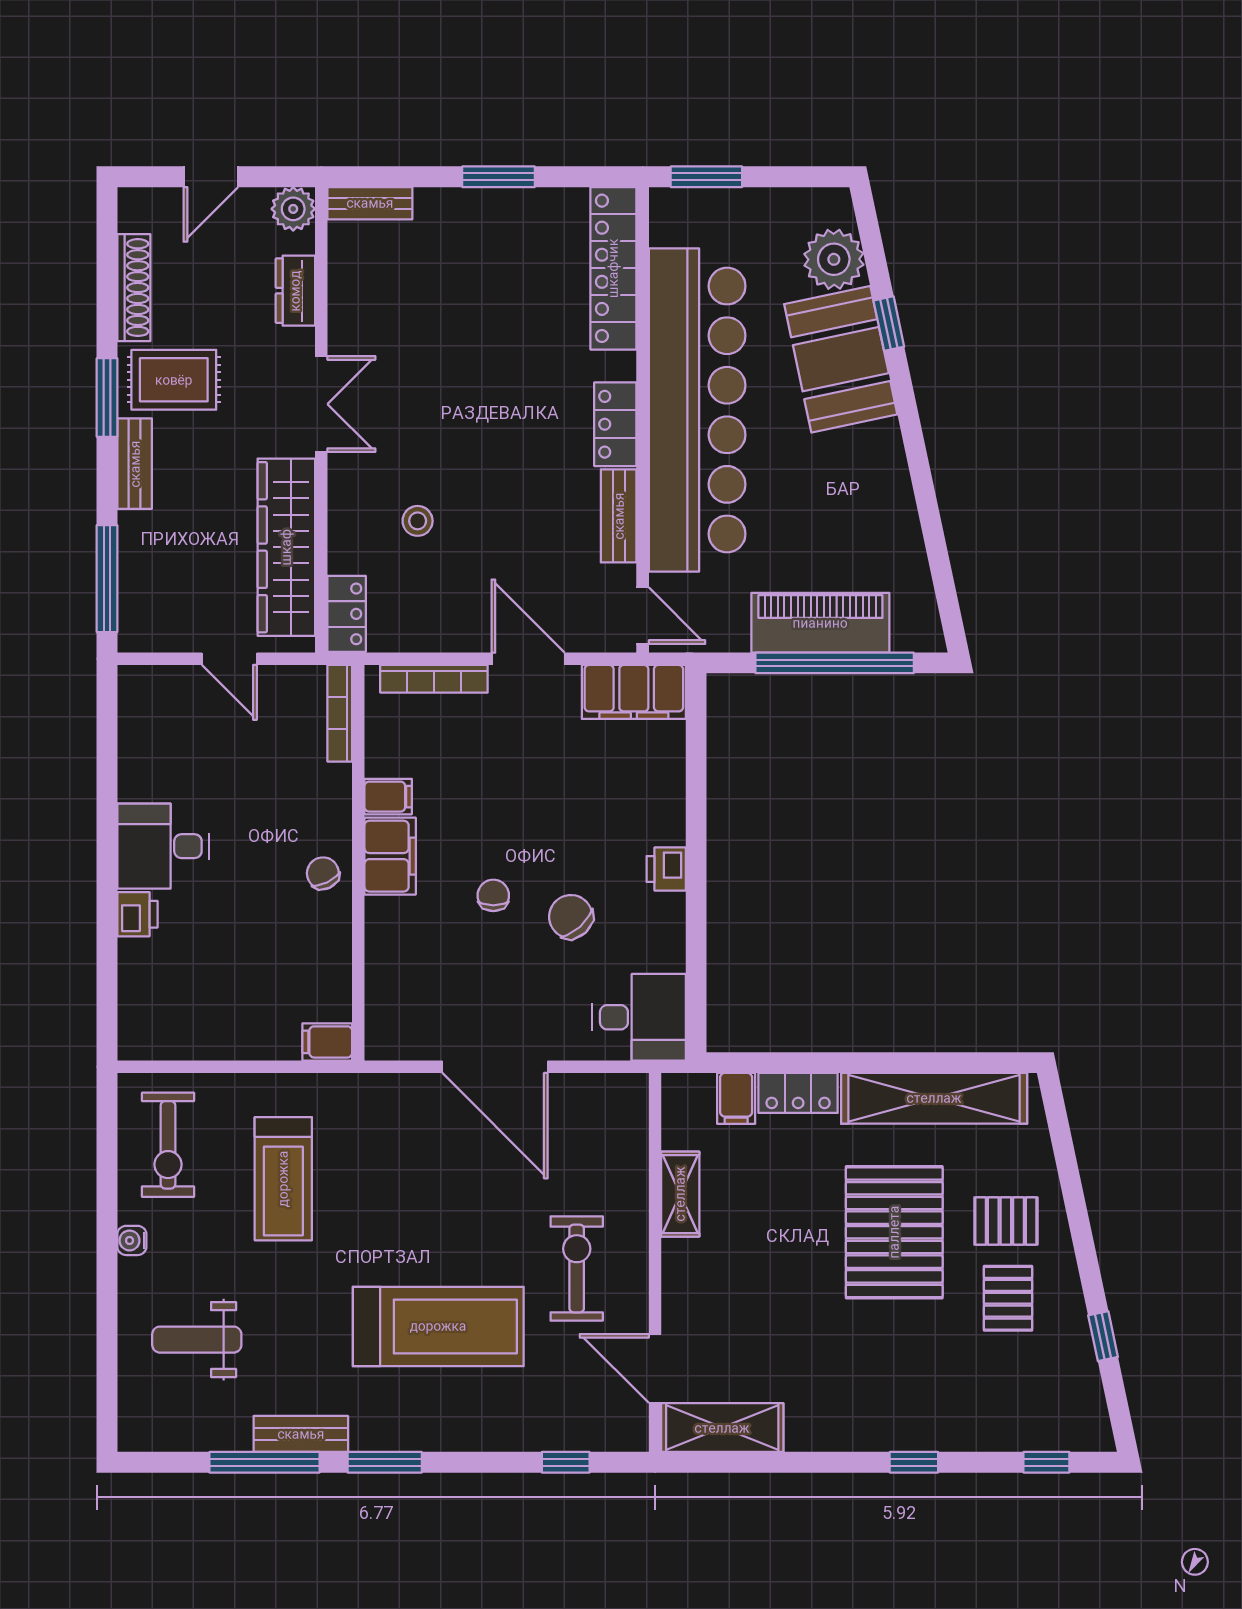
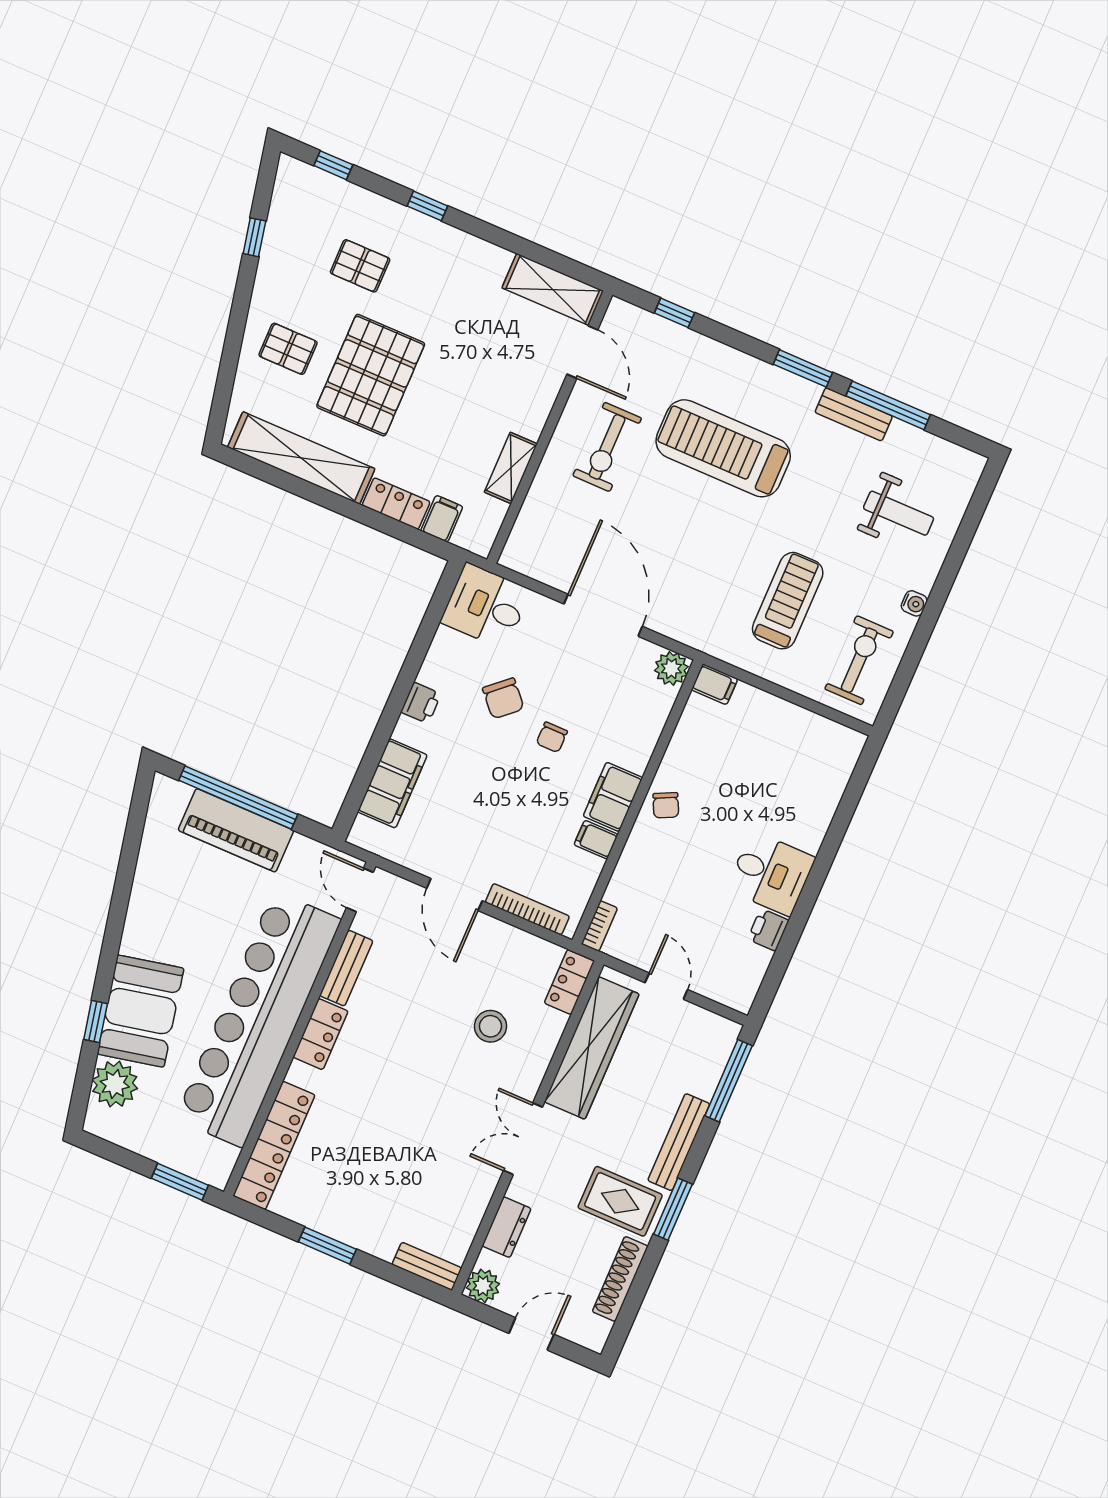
bench: (135, 464) -> (679, 1142), width x1.36
stool: (418, 521) -> (490, 1026), width x1.37, depth x1.37
filing cabinet: (634, 692) -> (392, 783), moved, turned 90
bookcase: (340, 713) -> (599, 926), width x0.64
printer: (137, 914) -> (768, 930), moved
plant: (387, 1038) -> (671, 669), added
pallet: (1008, 1298) -> (360, 266), moved, turned 90

